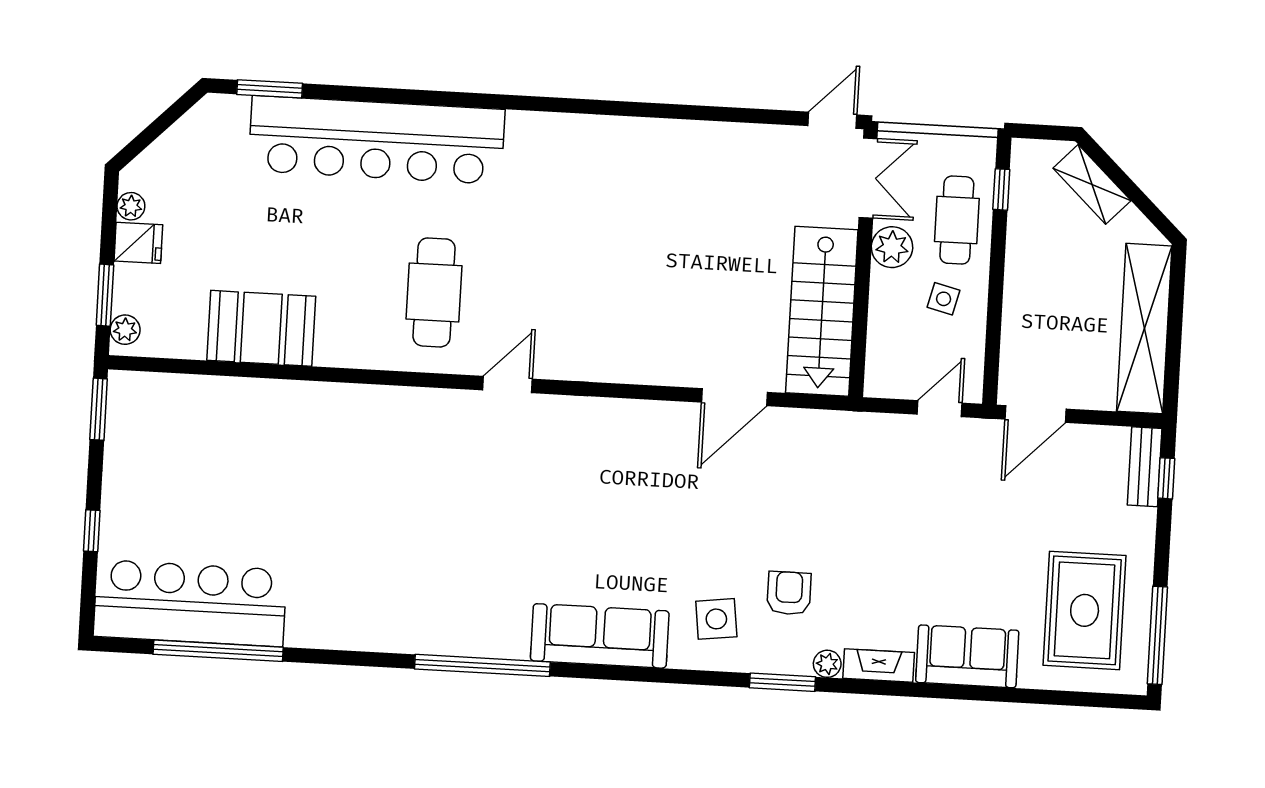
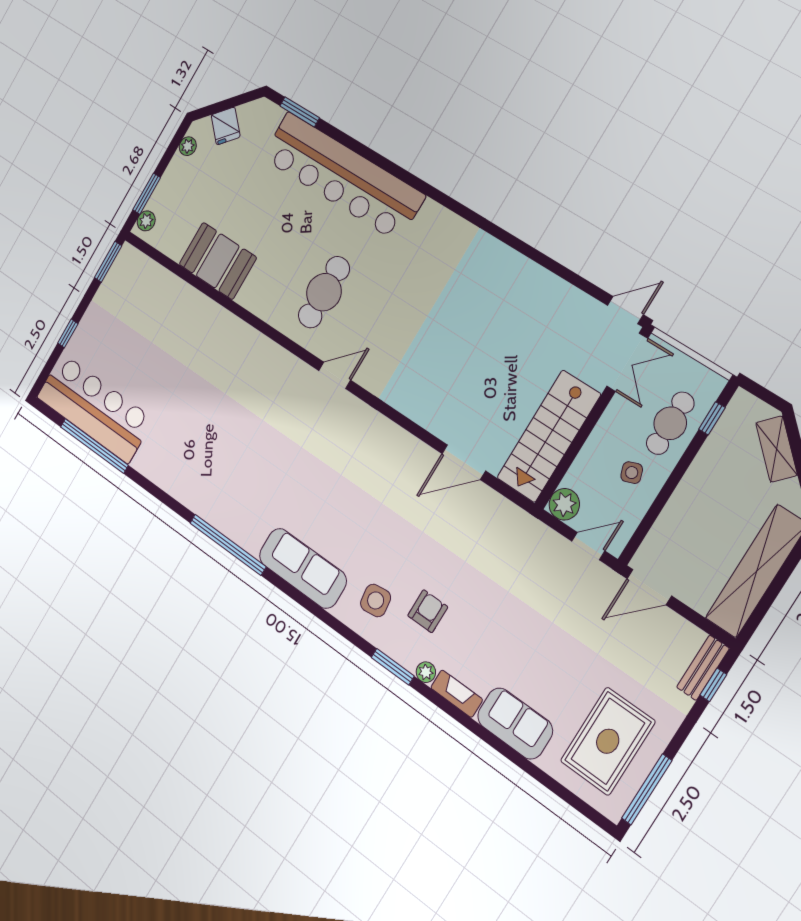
fridge: (138, 243) -> (226, 126), moved, turned 45
plant: (892, 247) -> (564, 504), moved
side table: (944, 299) -> (632, 473), turned -34

